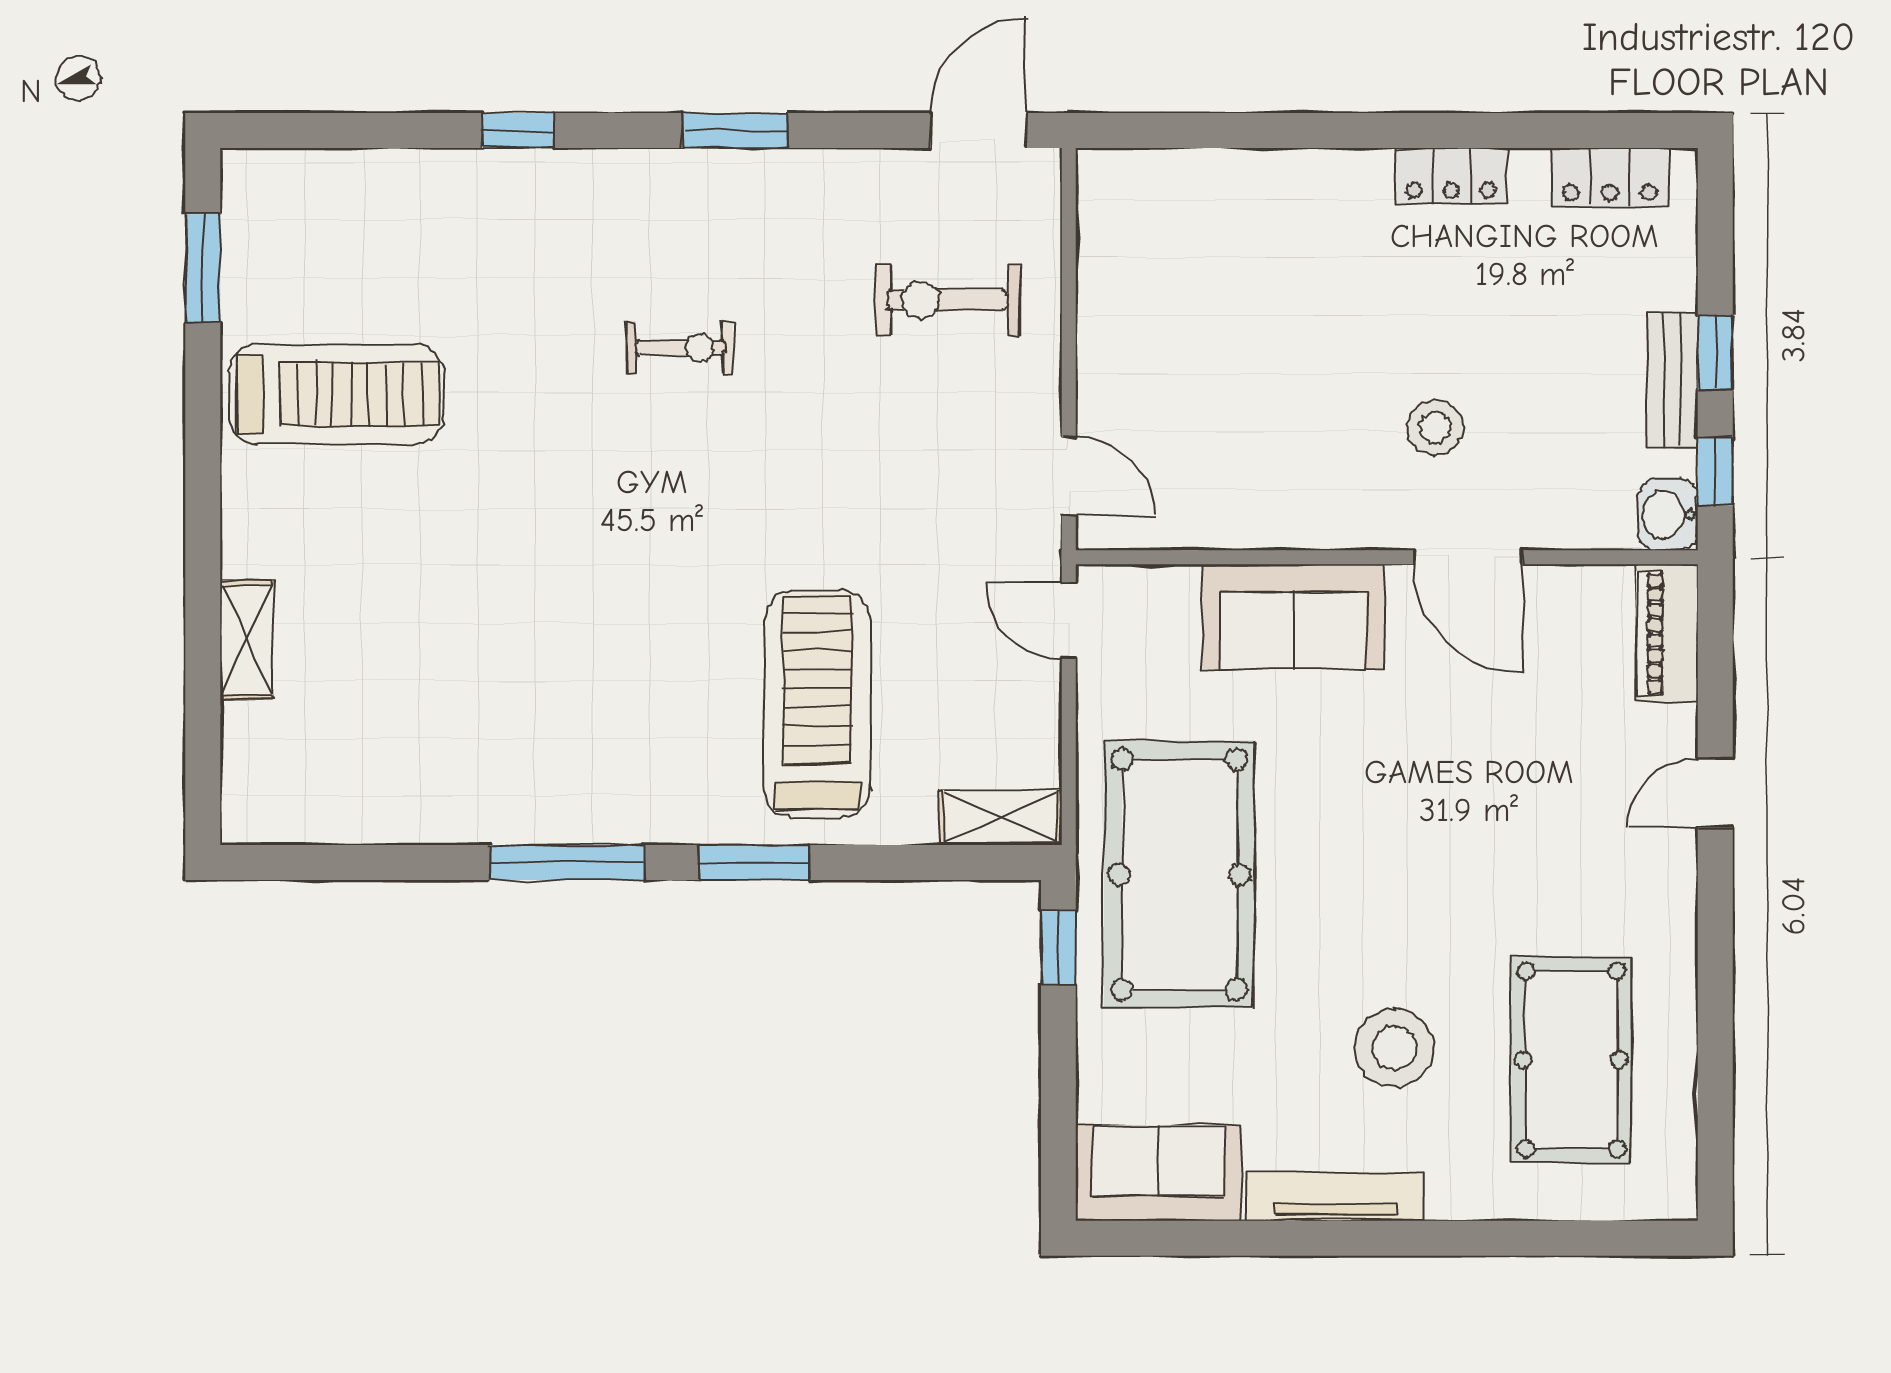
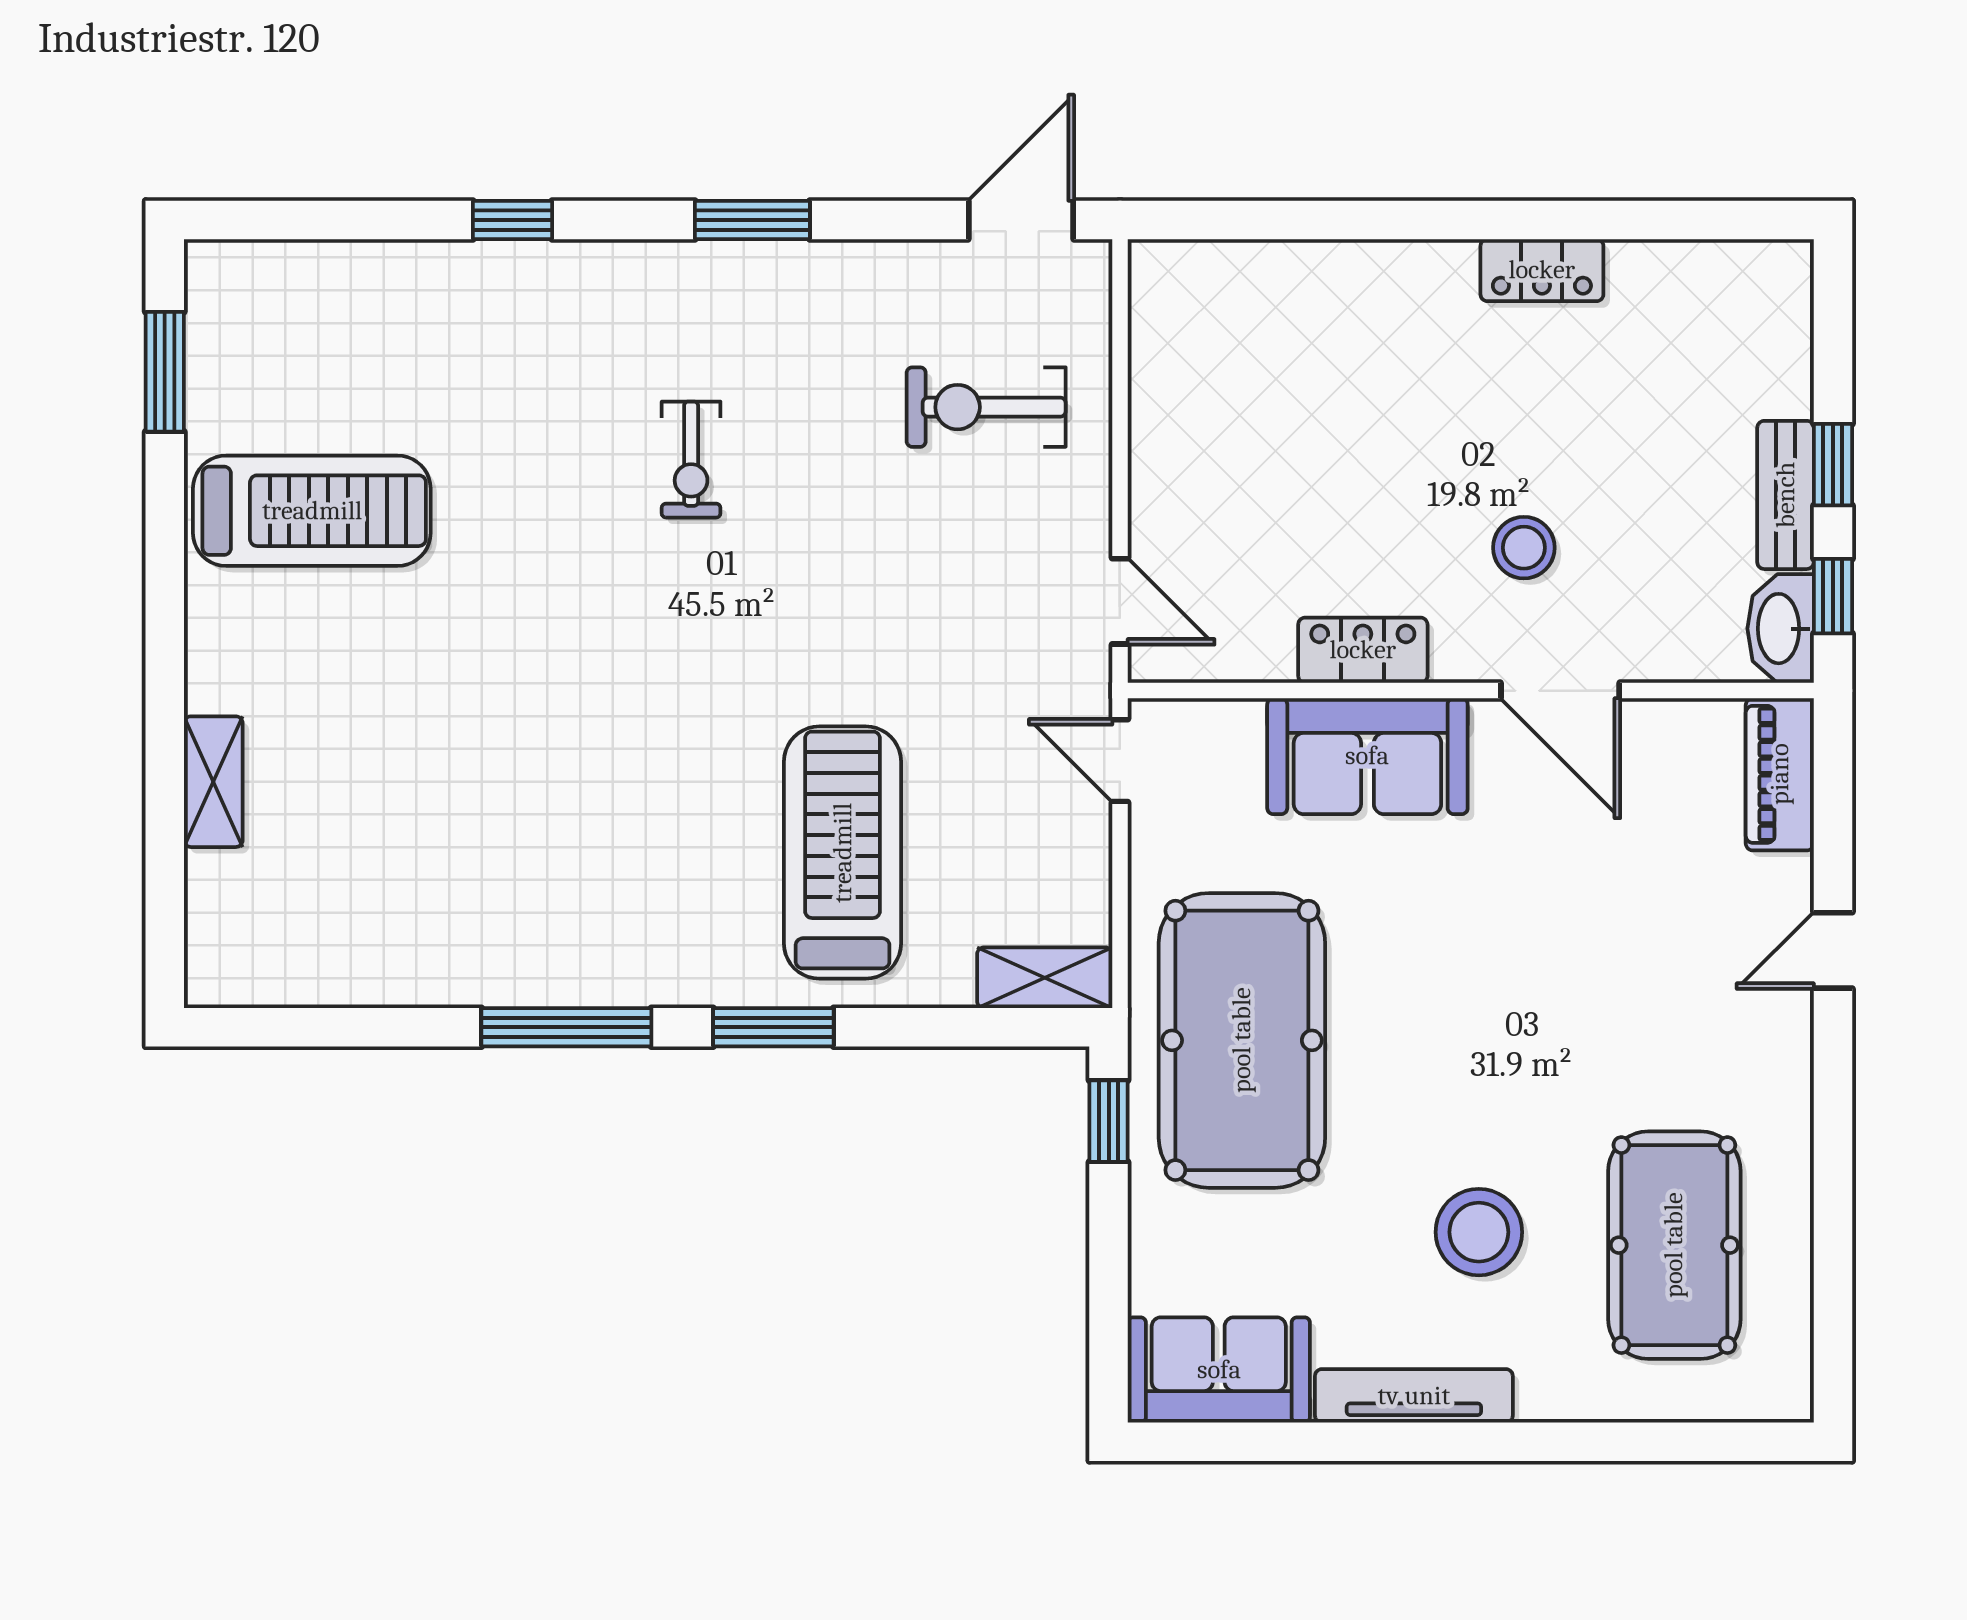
locker: (1610, 177) -> (1363, 650), moved, turned 180
exercise bike: (680, 348) -> (691, 460), turned 90
washbasin: (1668, 515) -> (1781, 629), width x1.38

